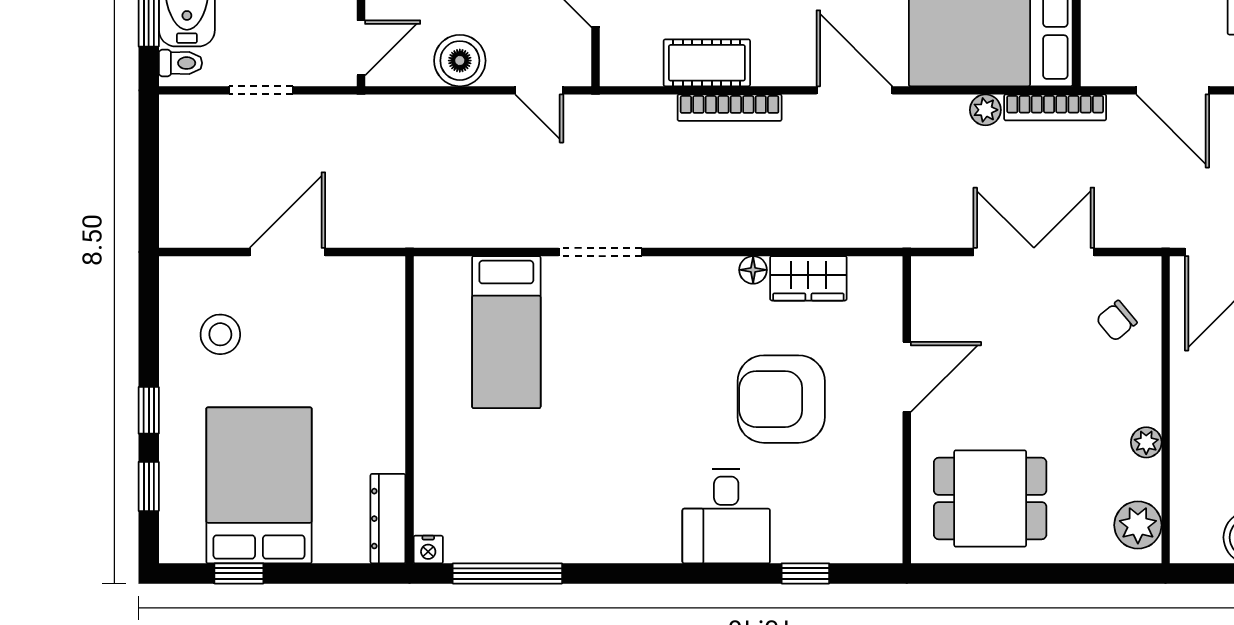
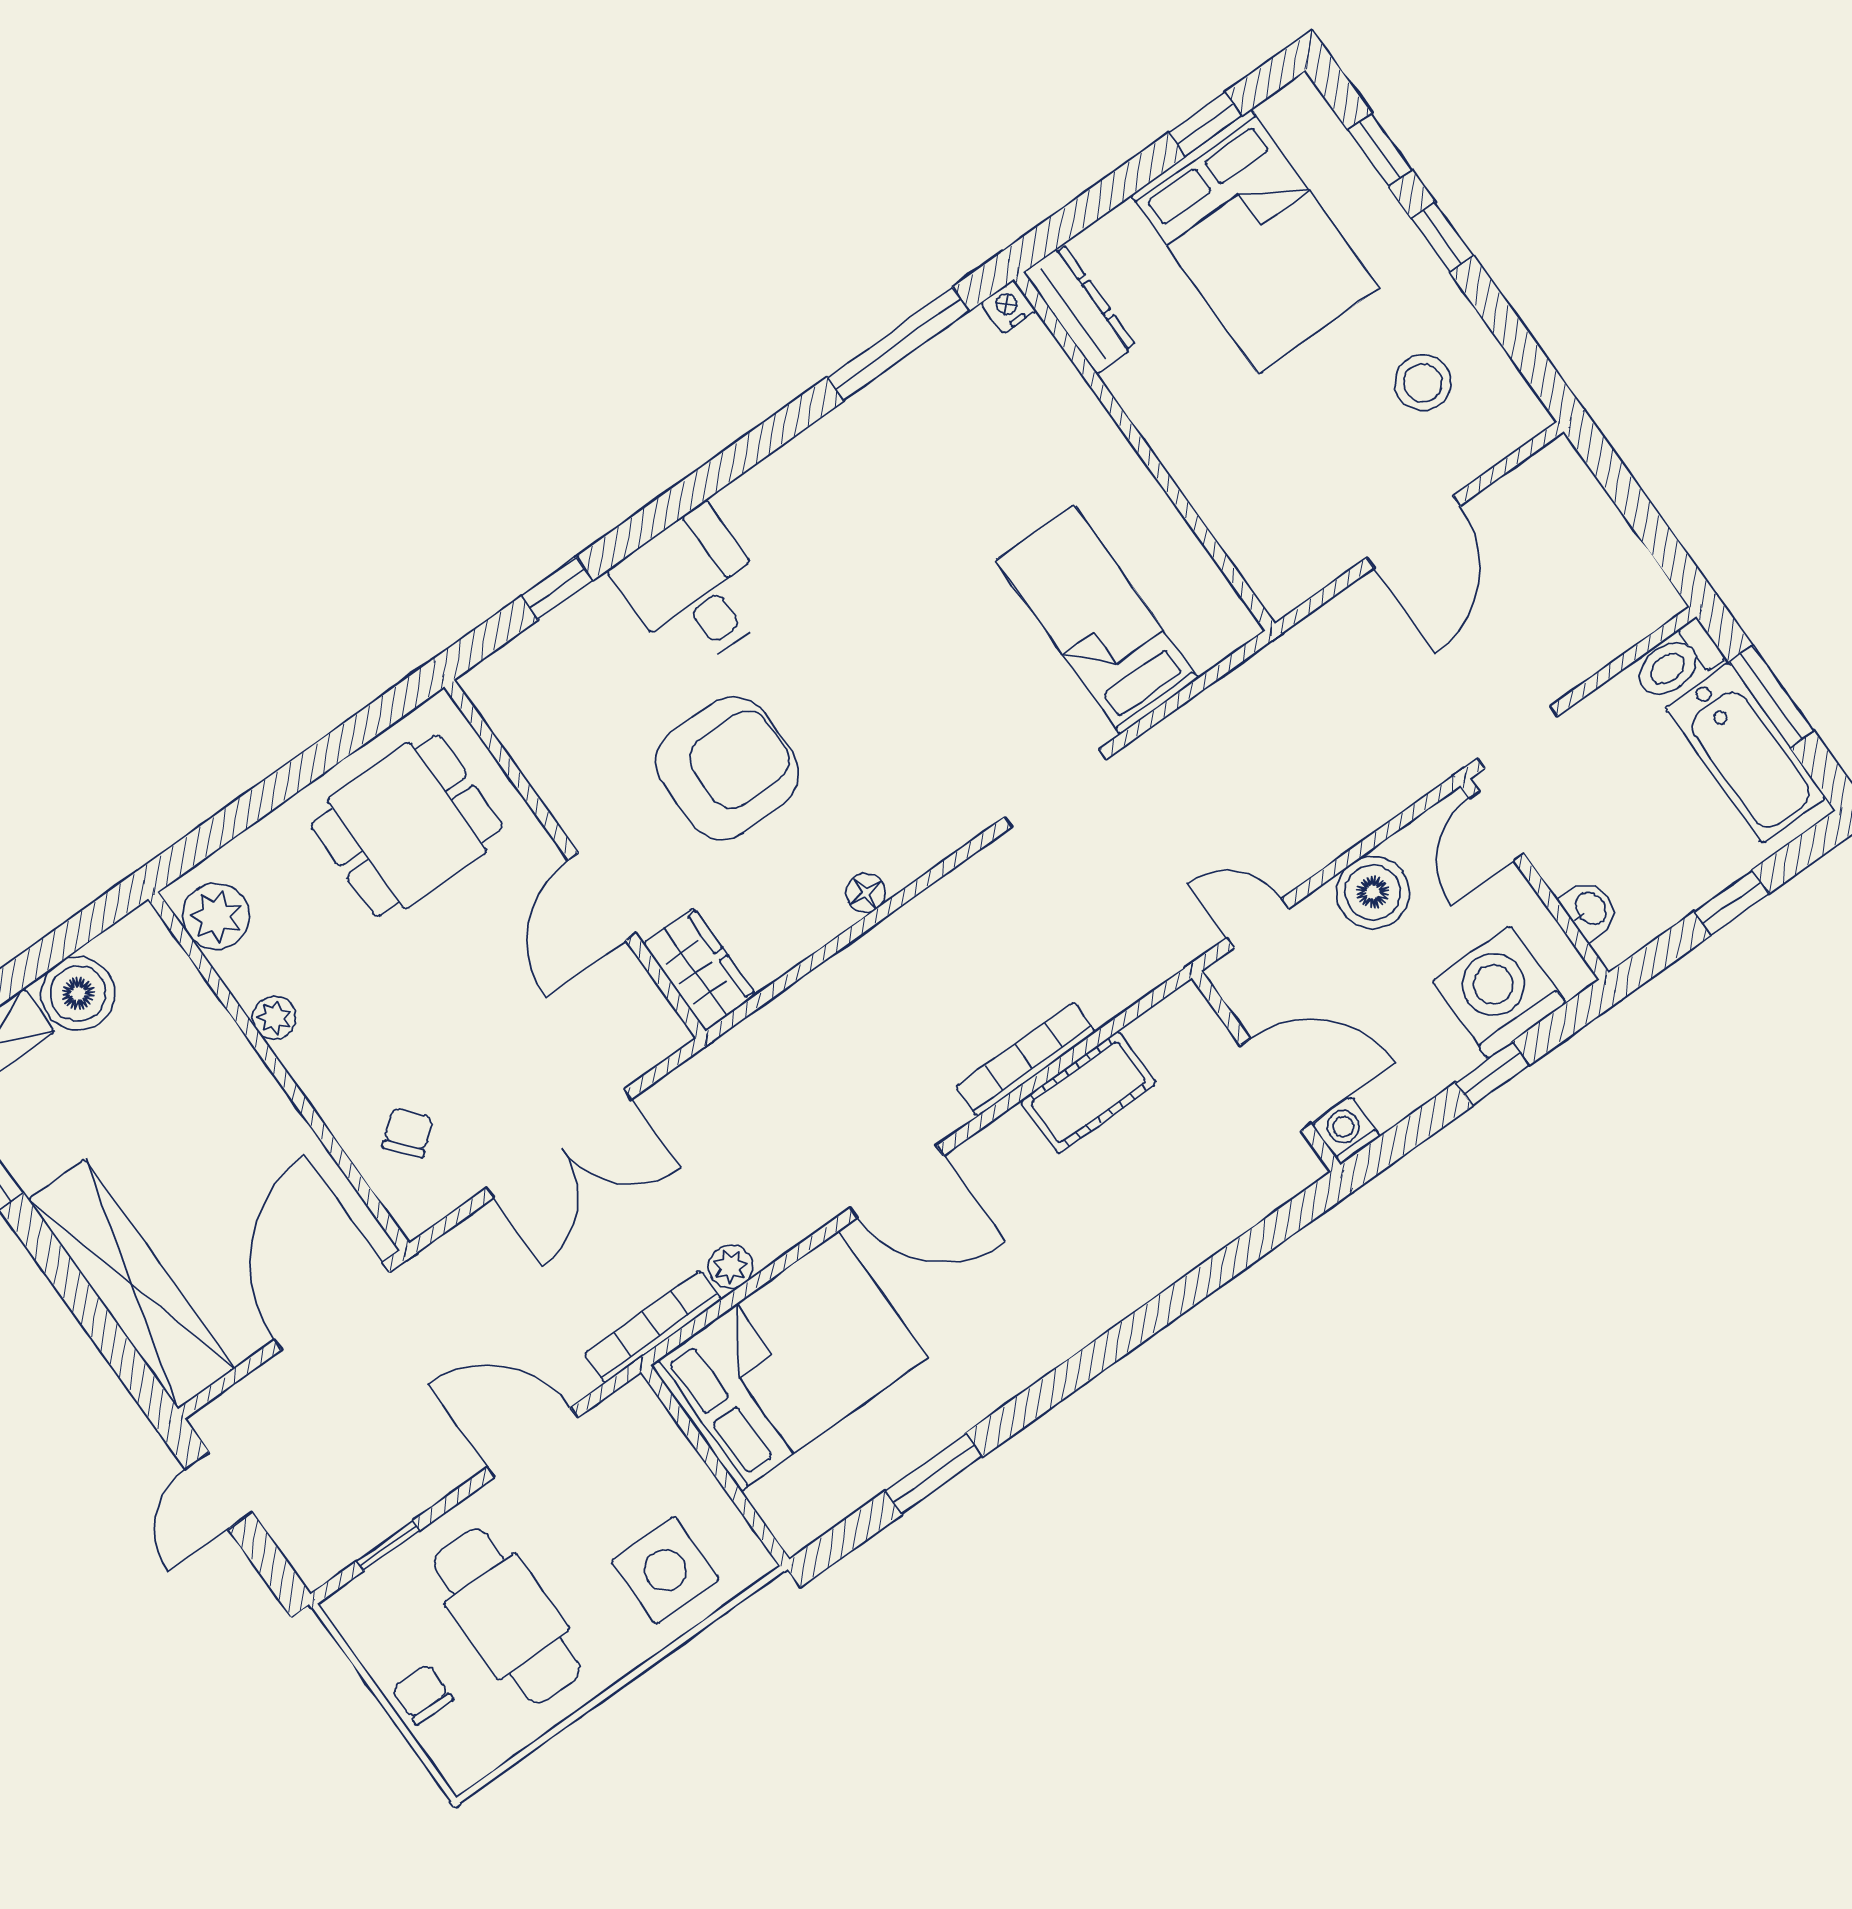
toilet: (181, 63) -> (1677, 662), width x1.37, depth x1.39
doorway: (261, 90) -> (1518, 737), moved
wardrobe: (808, 278) -> (700, 969), moved, turned 90

